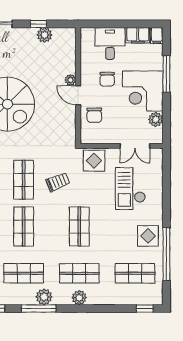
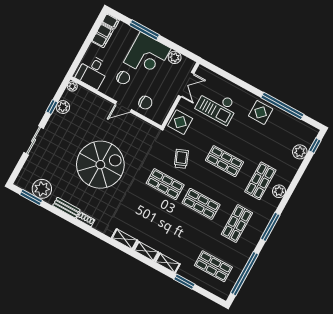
desk: (110, 43) -> (93, 72), moved, turned -90
plant: (70, 80) -> (72, 86), moved
shop shelf: (135, 273) -> (284, 138), removed
plant: (44, 297) -> (300, 152), moved

